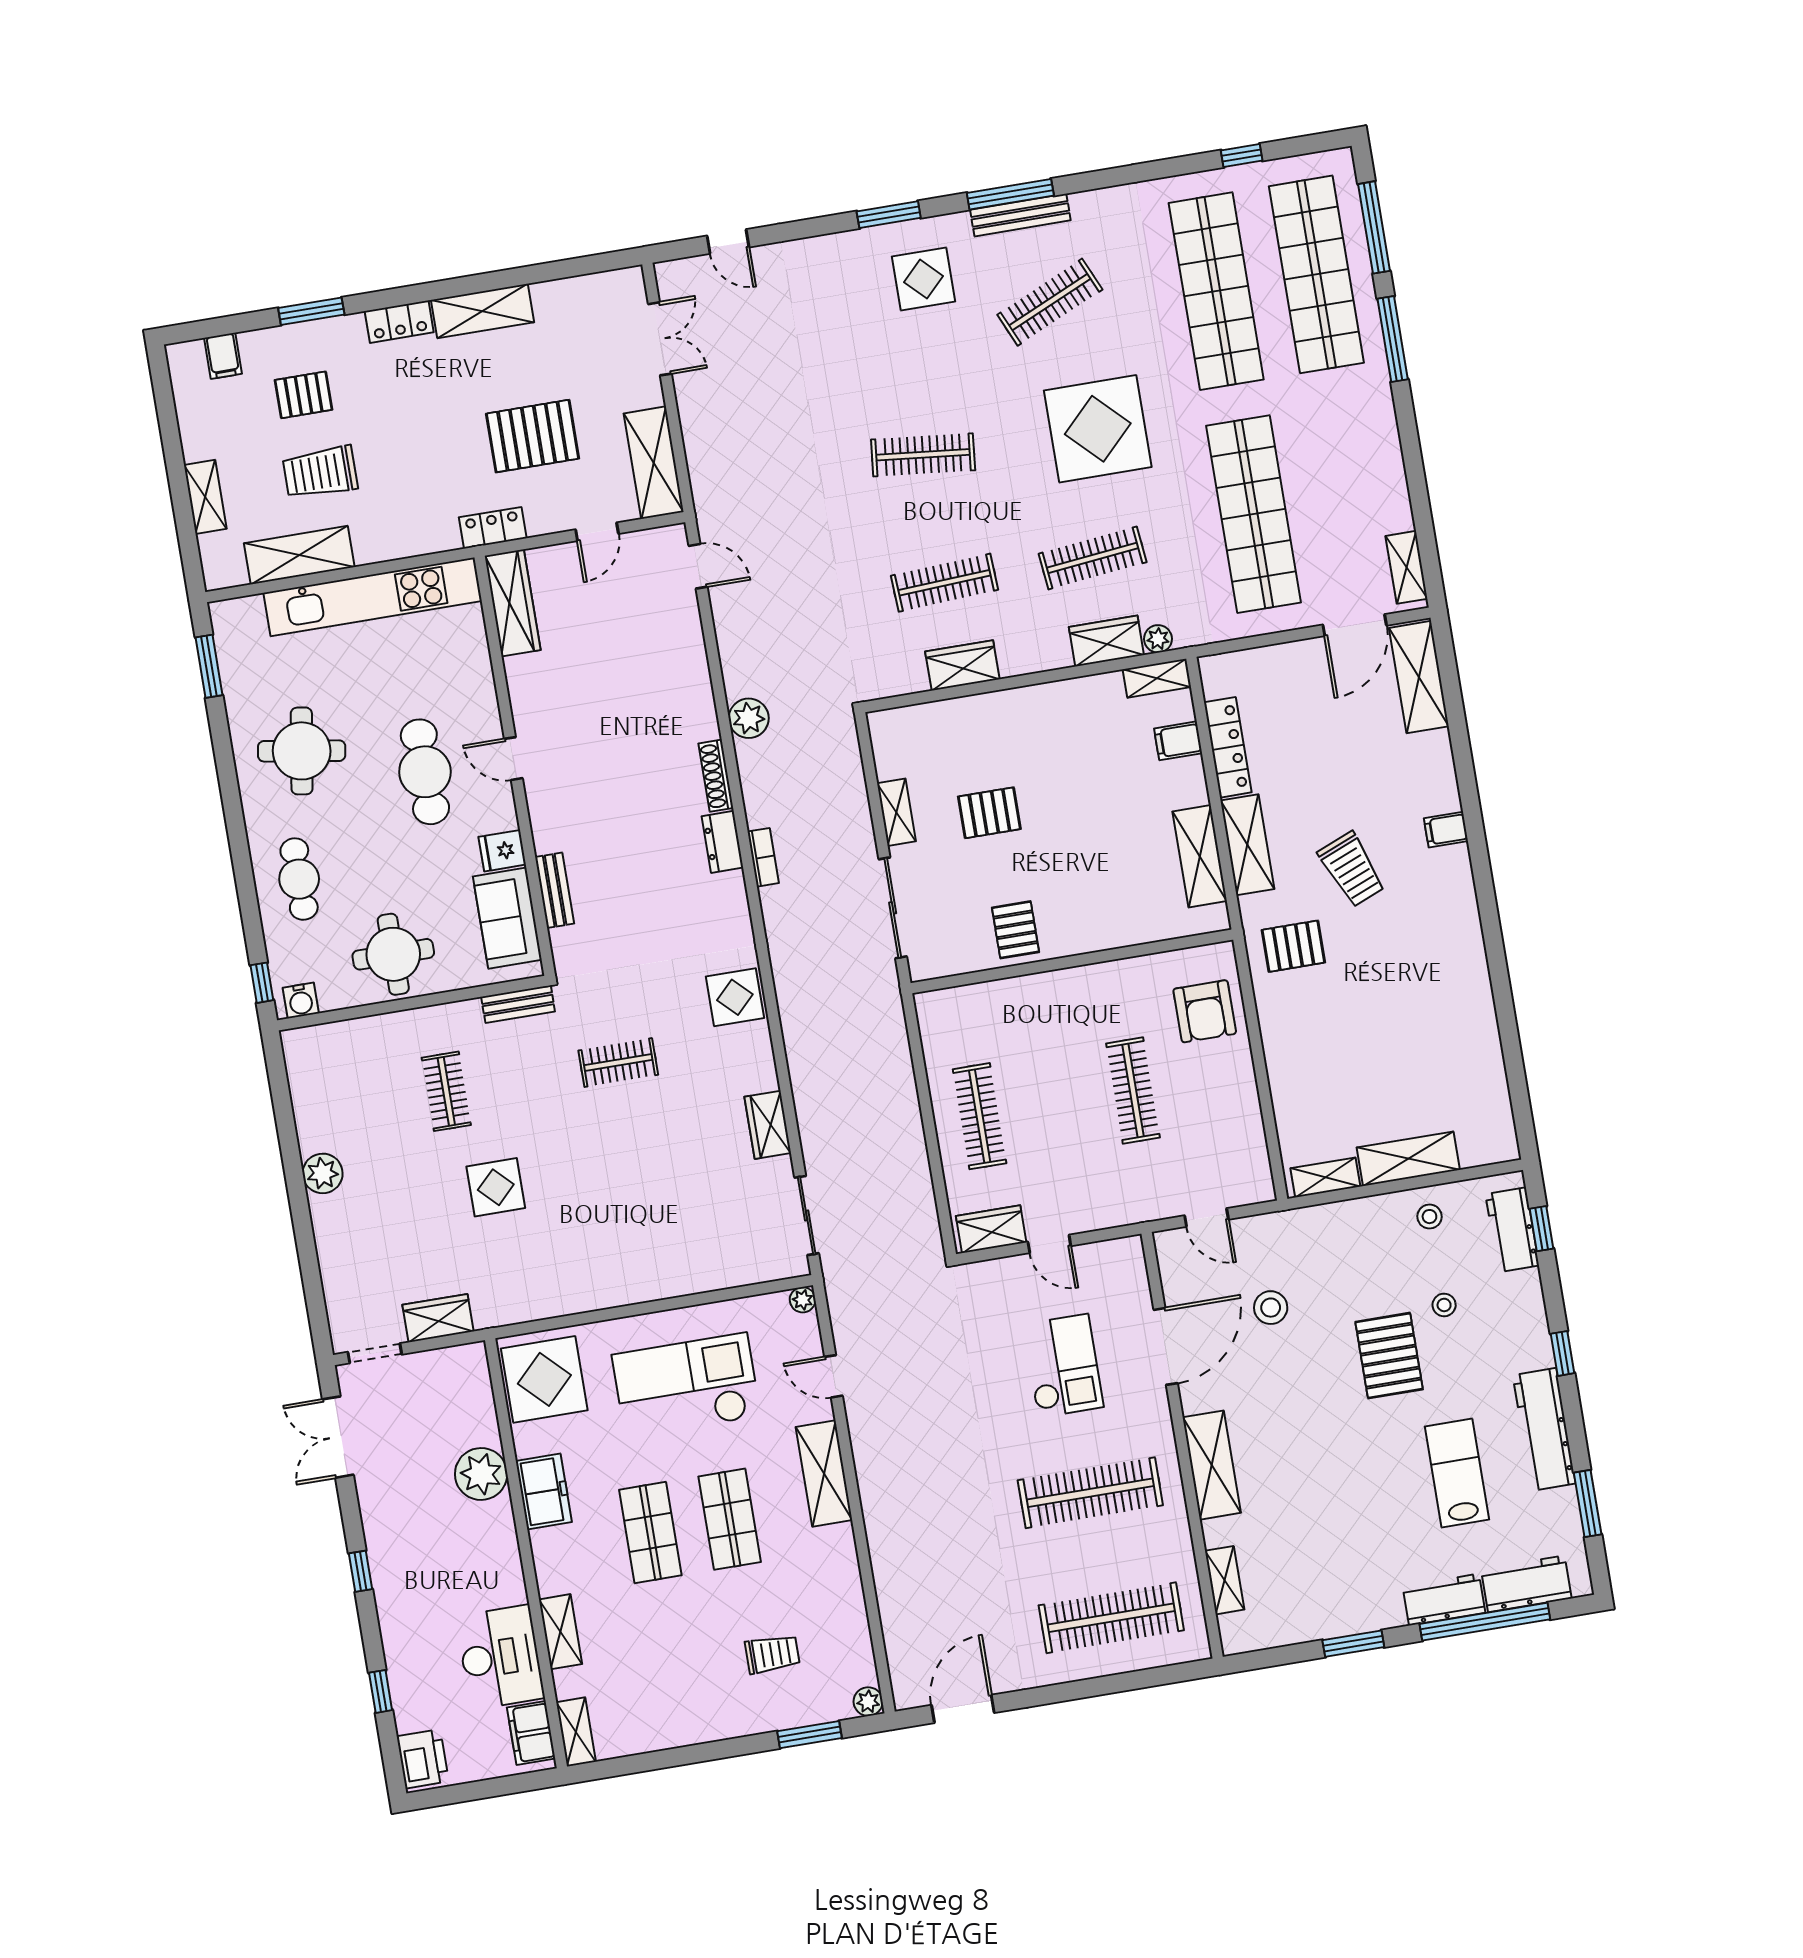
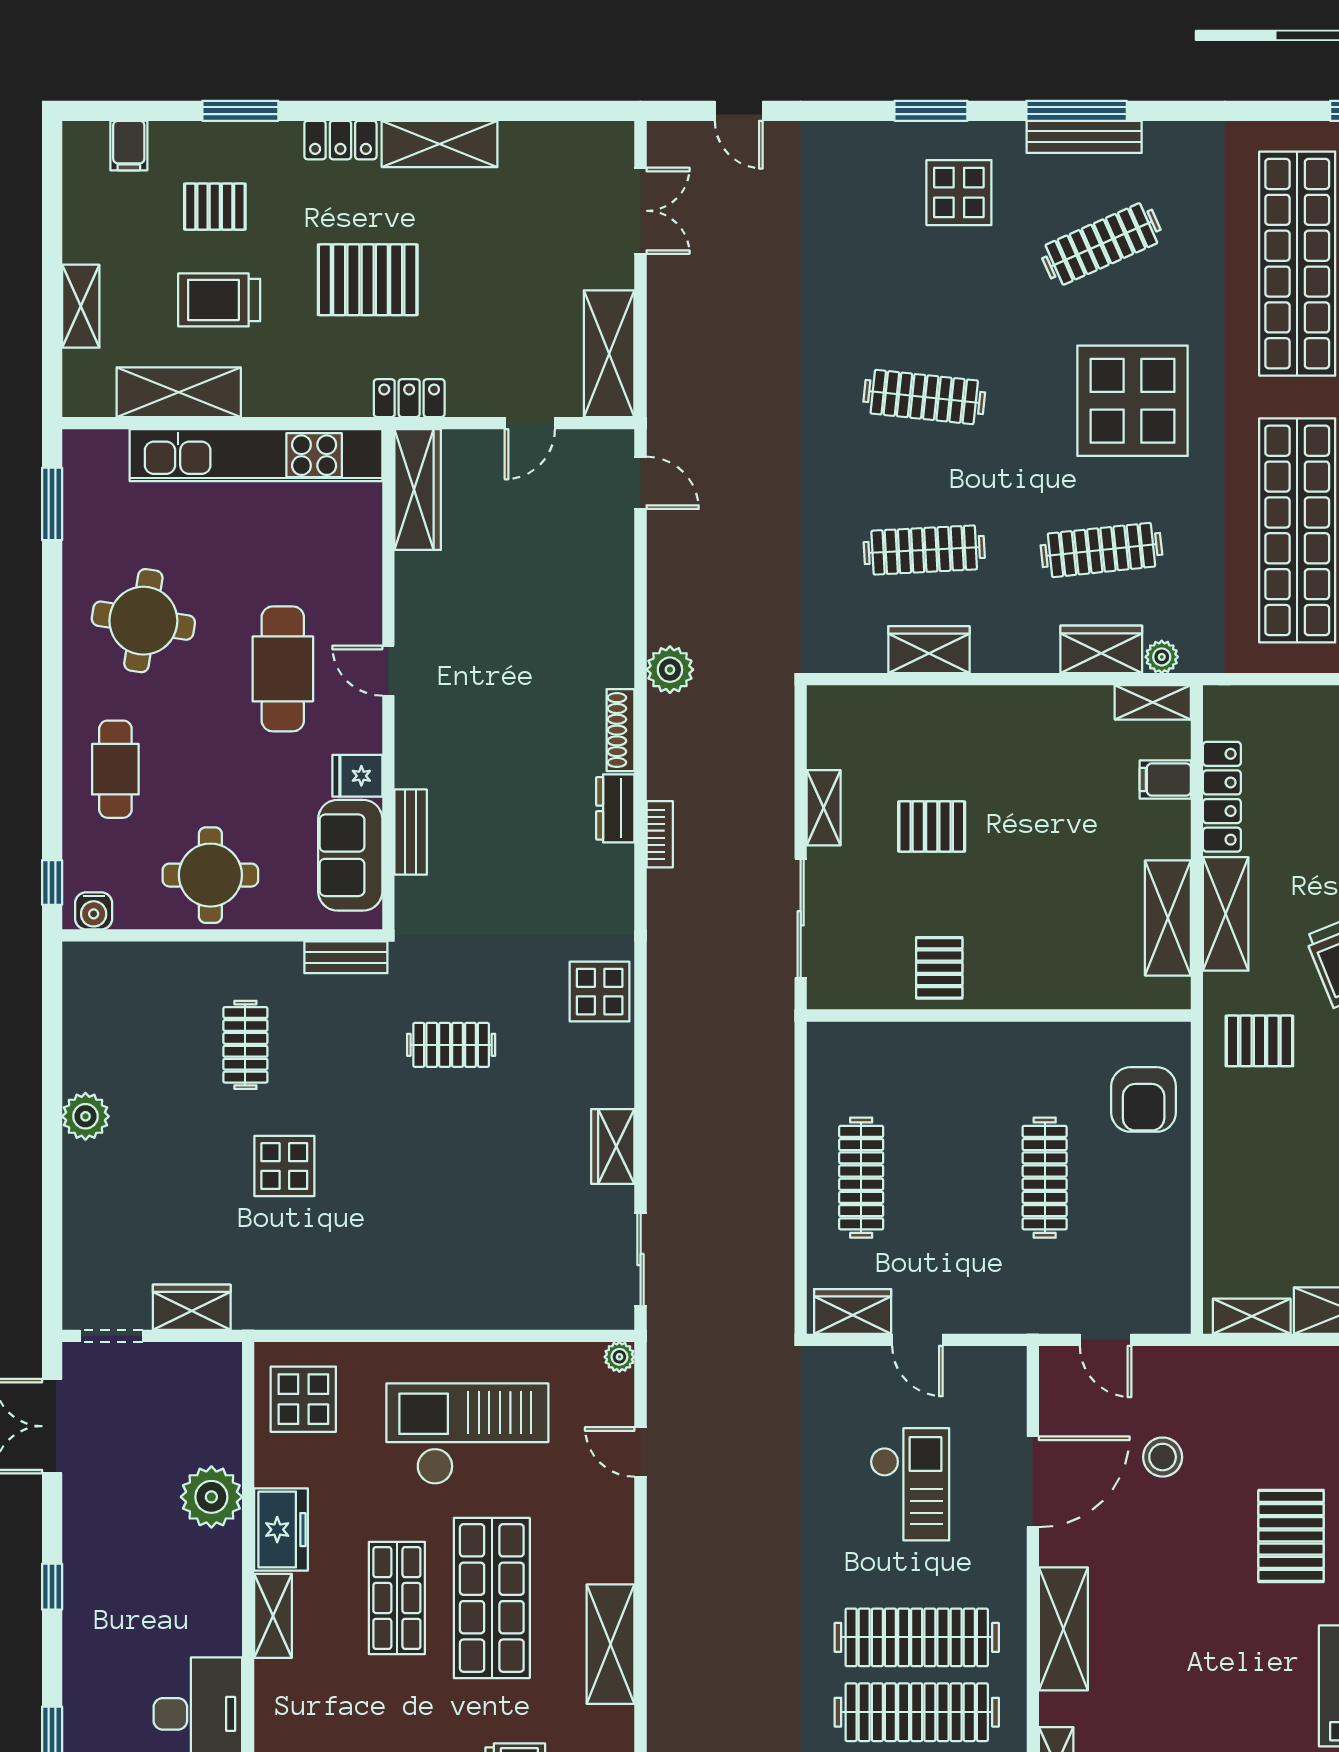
pallet: (533, 436) -> (368, 280), moved
display table: (544, 1379) -> (303, 1399), width x0.73, depth x0.73
shelving: (824, 1474) -> (611, 1644), moved
shop shelf: (730, 1519) -> (492, 1598), width x1.43, depth x1.36
clothes rail: (1101, 1555) -> (917, 1712), added
shelving: (560, 1632) -> (273, 1616), moved

